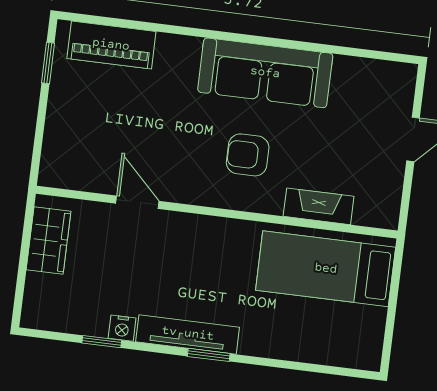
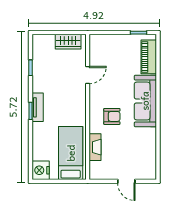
sofa: (265, 73) -> (145, 101), moved
armchair: (248, 155) -> (112, 116), turned 90
nightstand: (122, 328) -> (41, 170), moved, width x1.89, depth x1.79
tv unit: (188, 334) -> (38, 107), width x0.71

